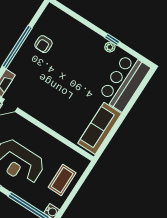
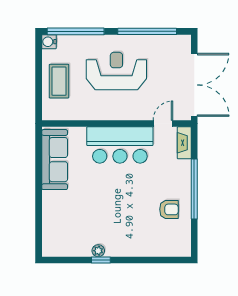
armchair: (43, 44) -> (169, 209), turned 90
bar counter: (124, 82) -> (120, 145), moved, turned 90

